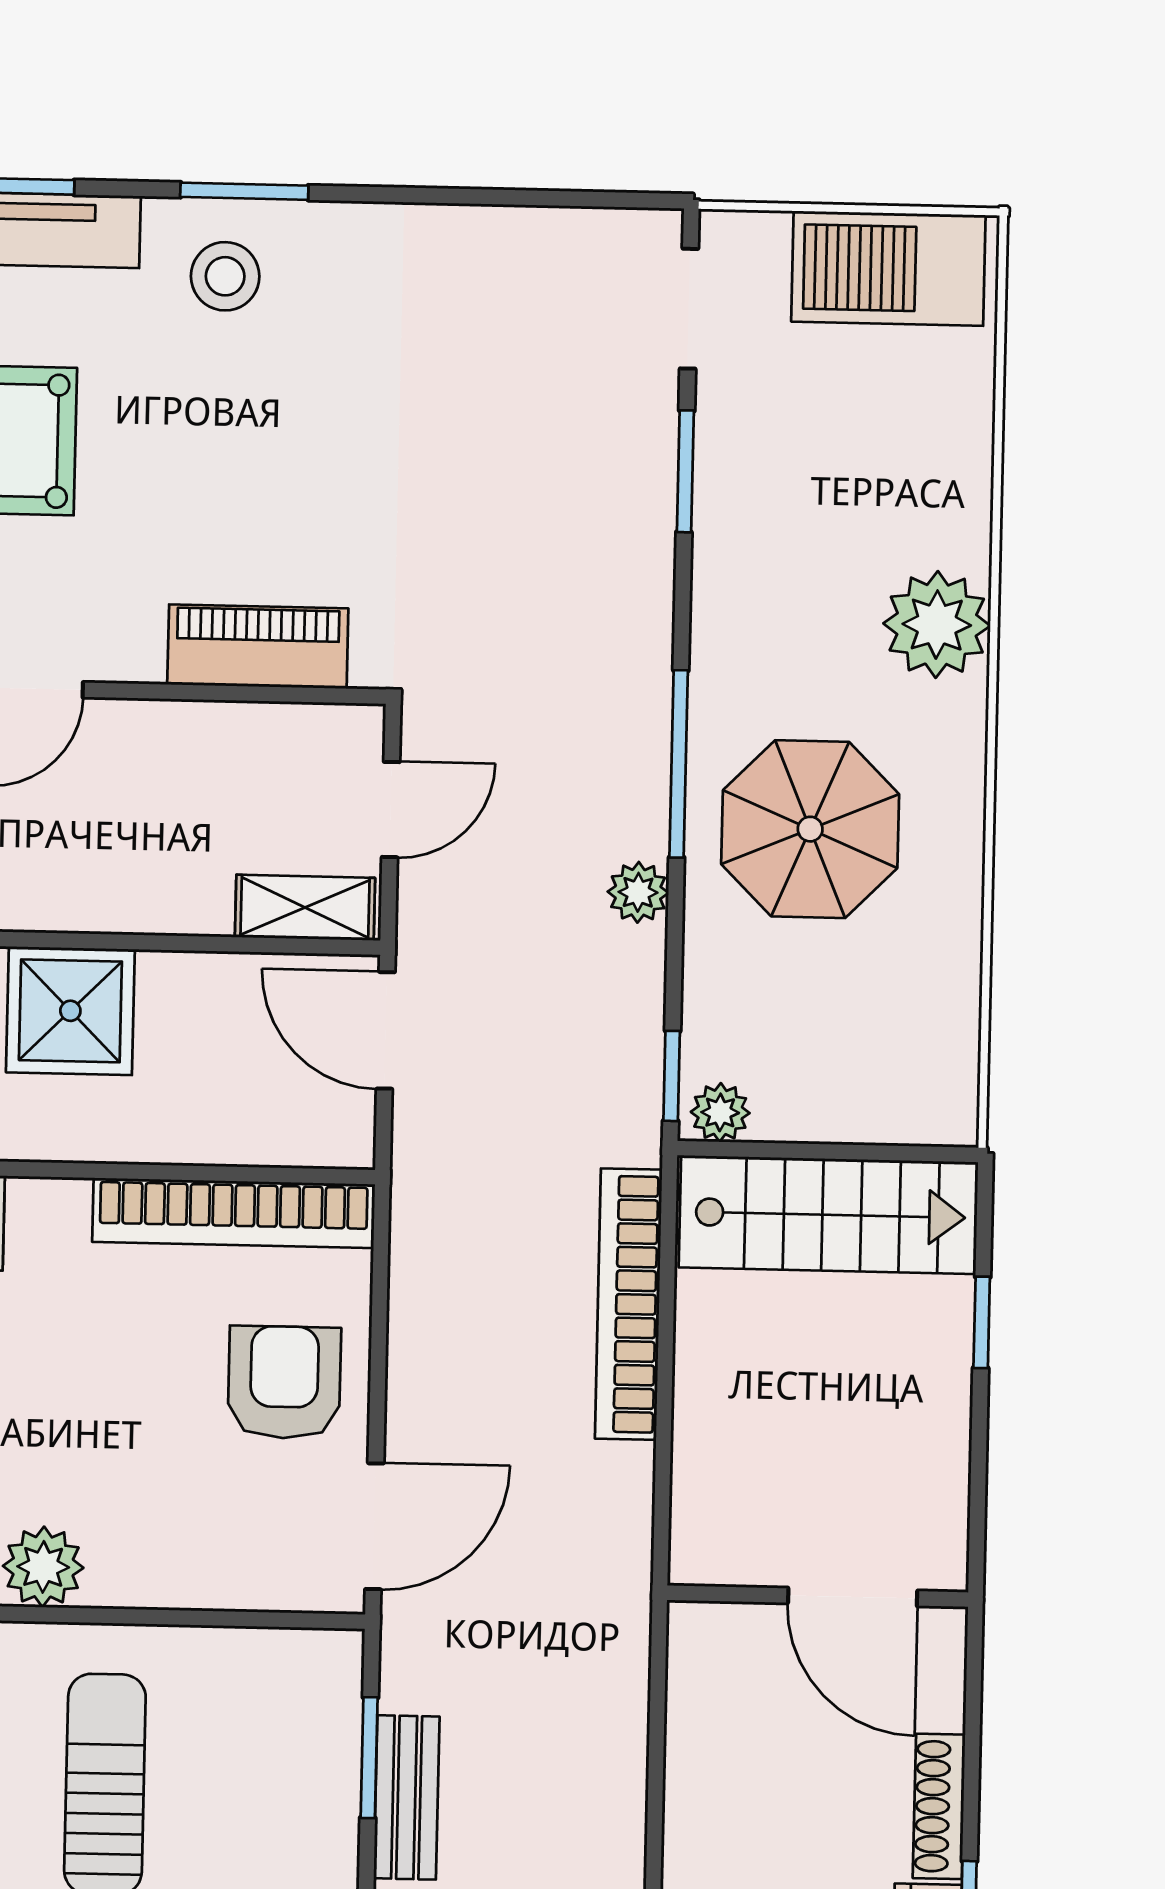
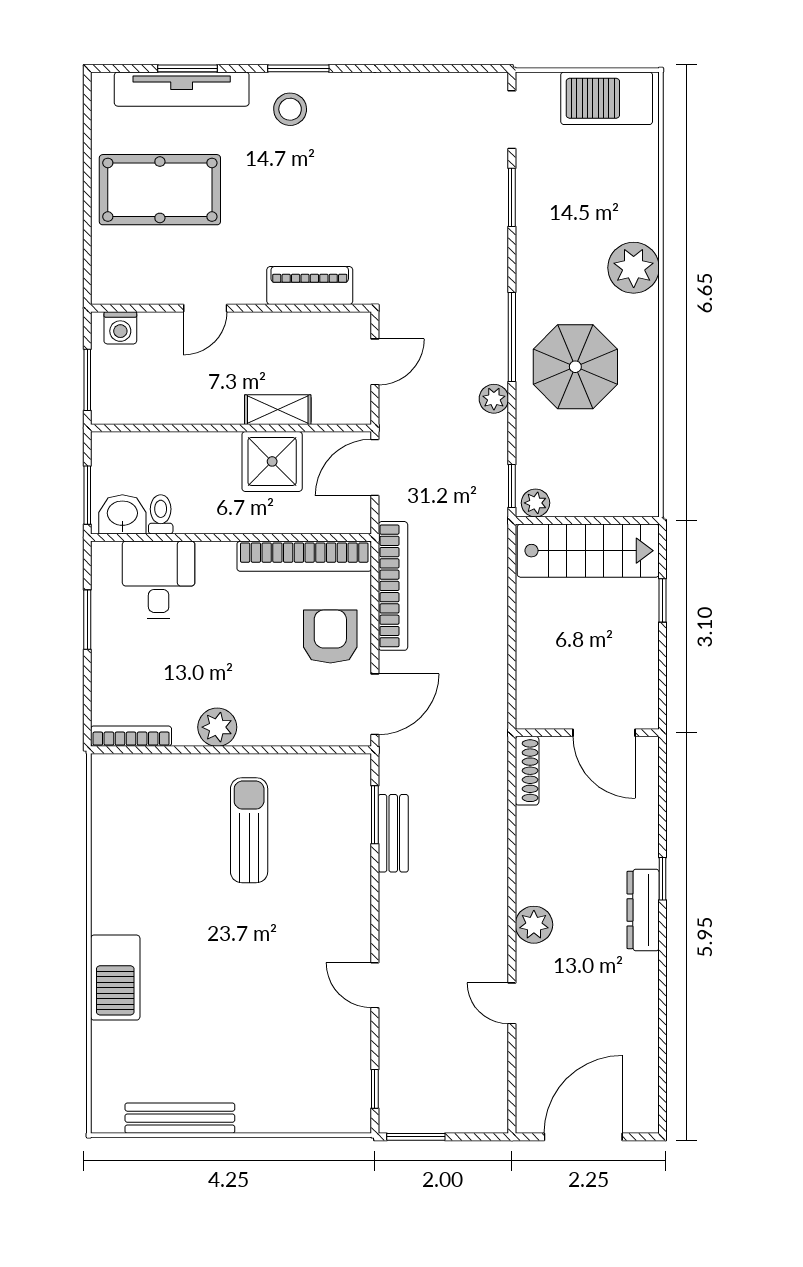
shelving: (305, 908) -> (278, 410), moved
shower: (70, 1011) -> (272, 461), moved
door: (386, 1030) -> (375, 467), hinge flipped
bookcase: (629, 1304) -> (393, 586), moved, turned 180
shoe rack: (939, 1806) -> (527, 771), moved, turned 180

